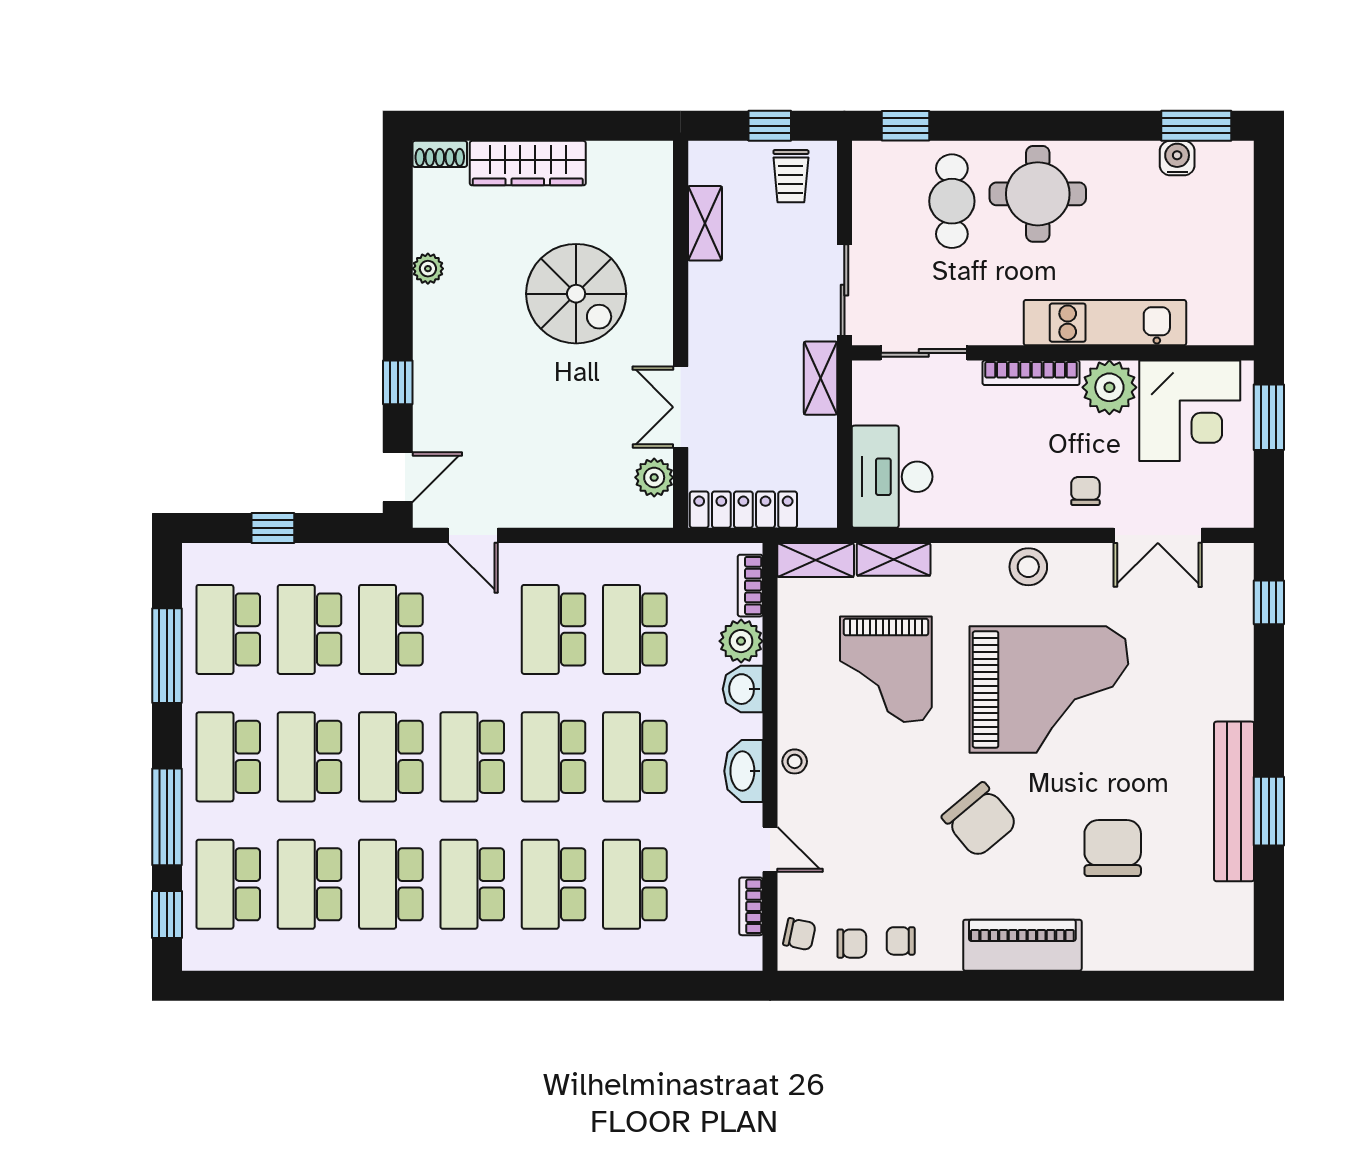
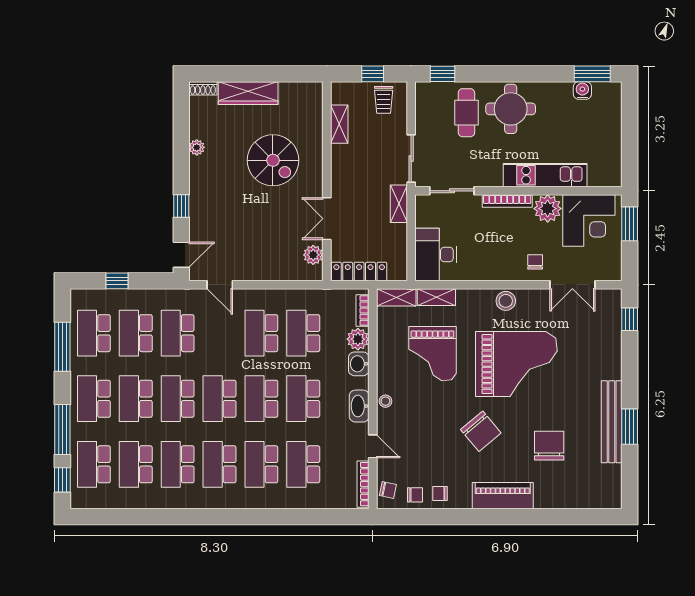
bookcase: (751, 906) -> (363, 484), width x1.56

